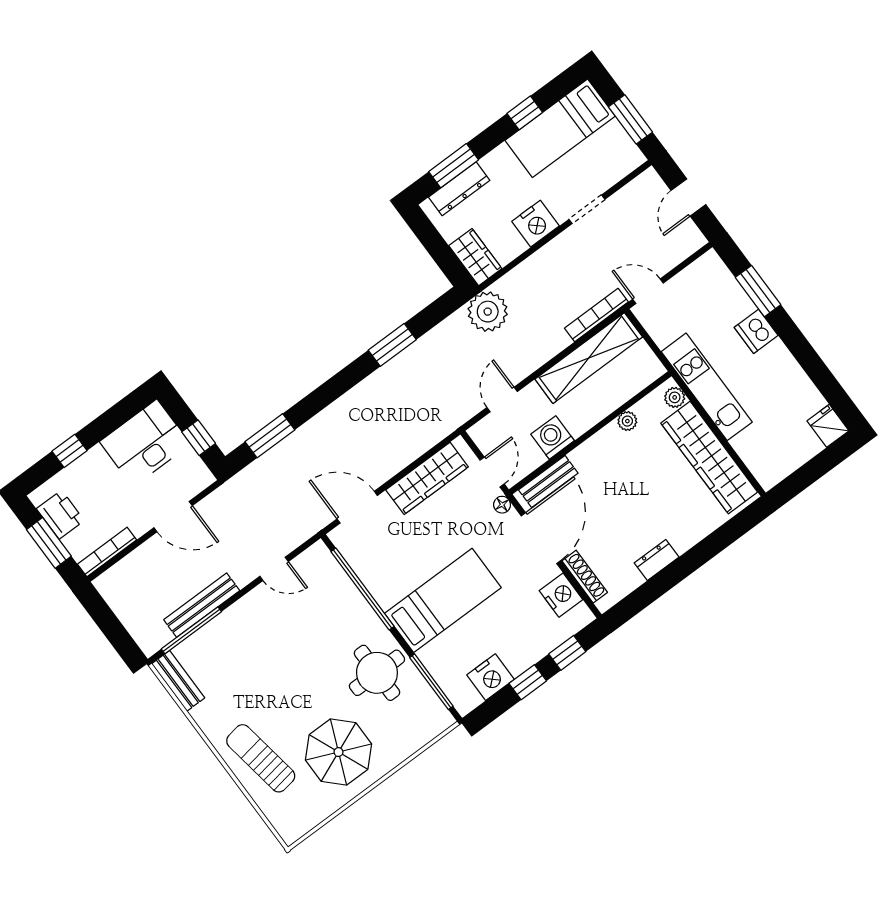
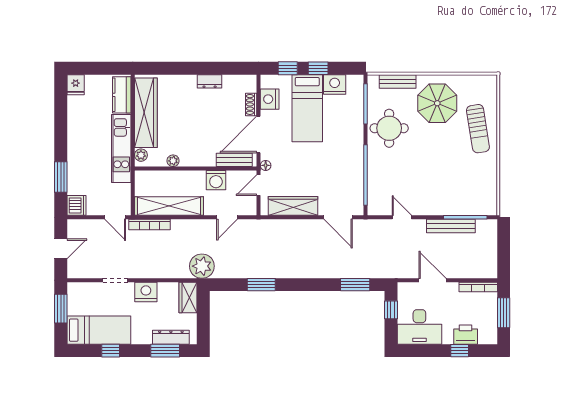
dishwasher: (756, 331) -> (76, 205), moved
kitchen counter: (758, 457) -> (122, 95), added
printer: (60, 515) -> (466, 335), moved, turned 90
shoe rack: (585, 577) -> (251, 104), width x0.70
bed: (443, 600) -> (307, 108), moved, turned -90
bench: (178, 681) -> (398, 82), moved, turned 90

